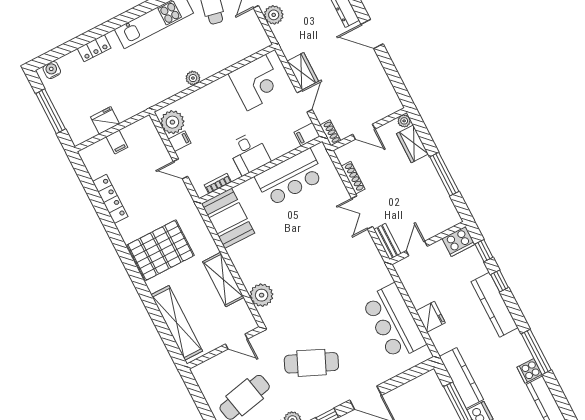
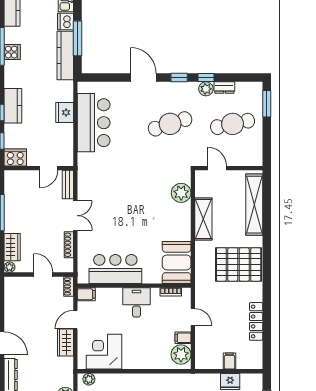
plant: (193, 78) -> (89, 379), moved
kitchen counter: (494, 305) -> (13, 106), width x0.67
cafe table: (311, 363) -> (170, 124), turned -42
cooker: (529, 371) -> (12, 52), moved

